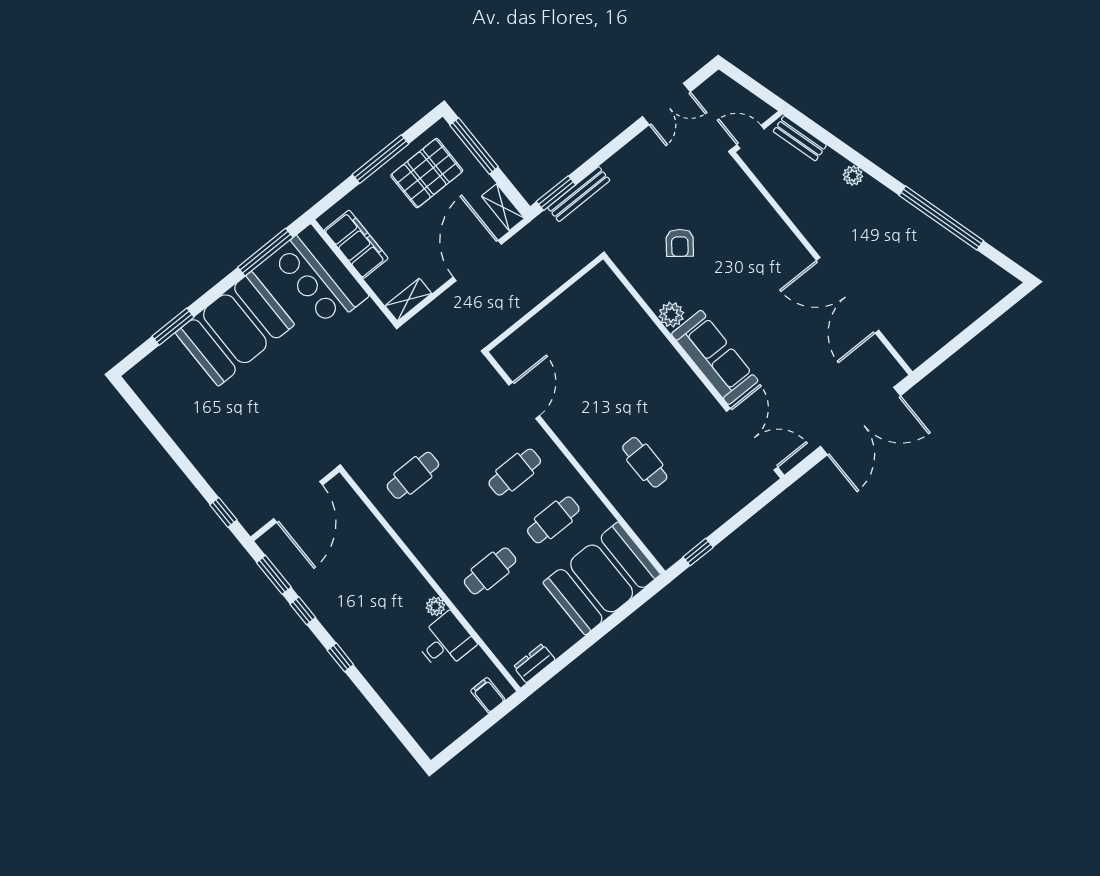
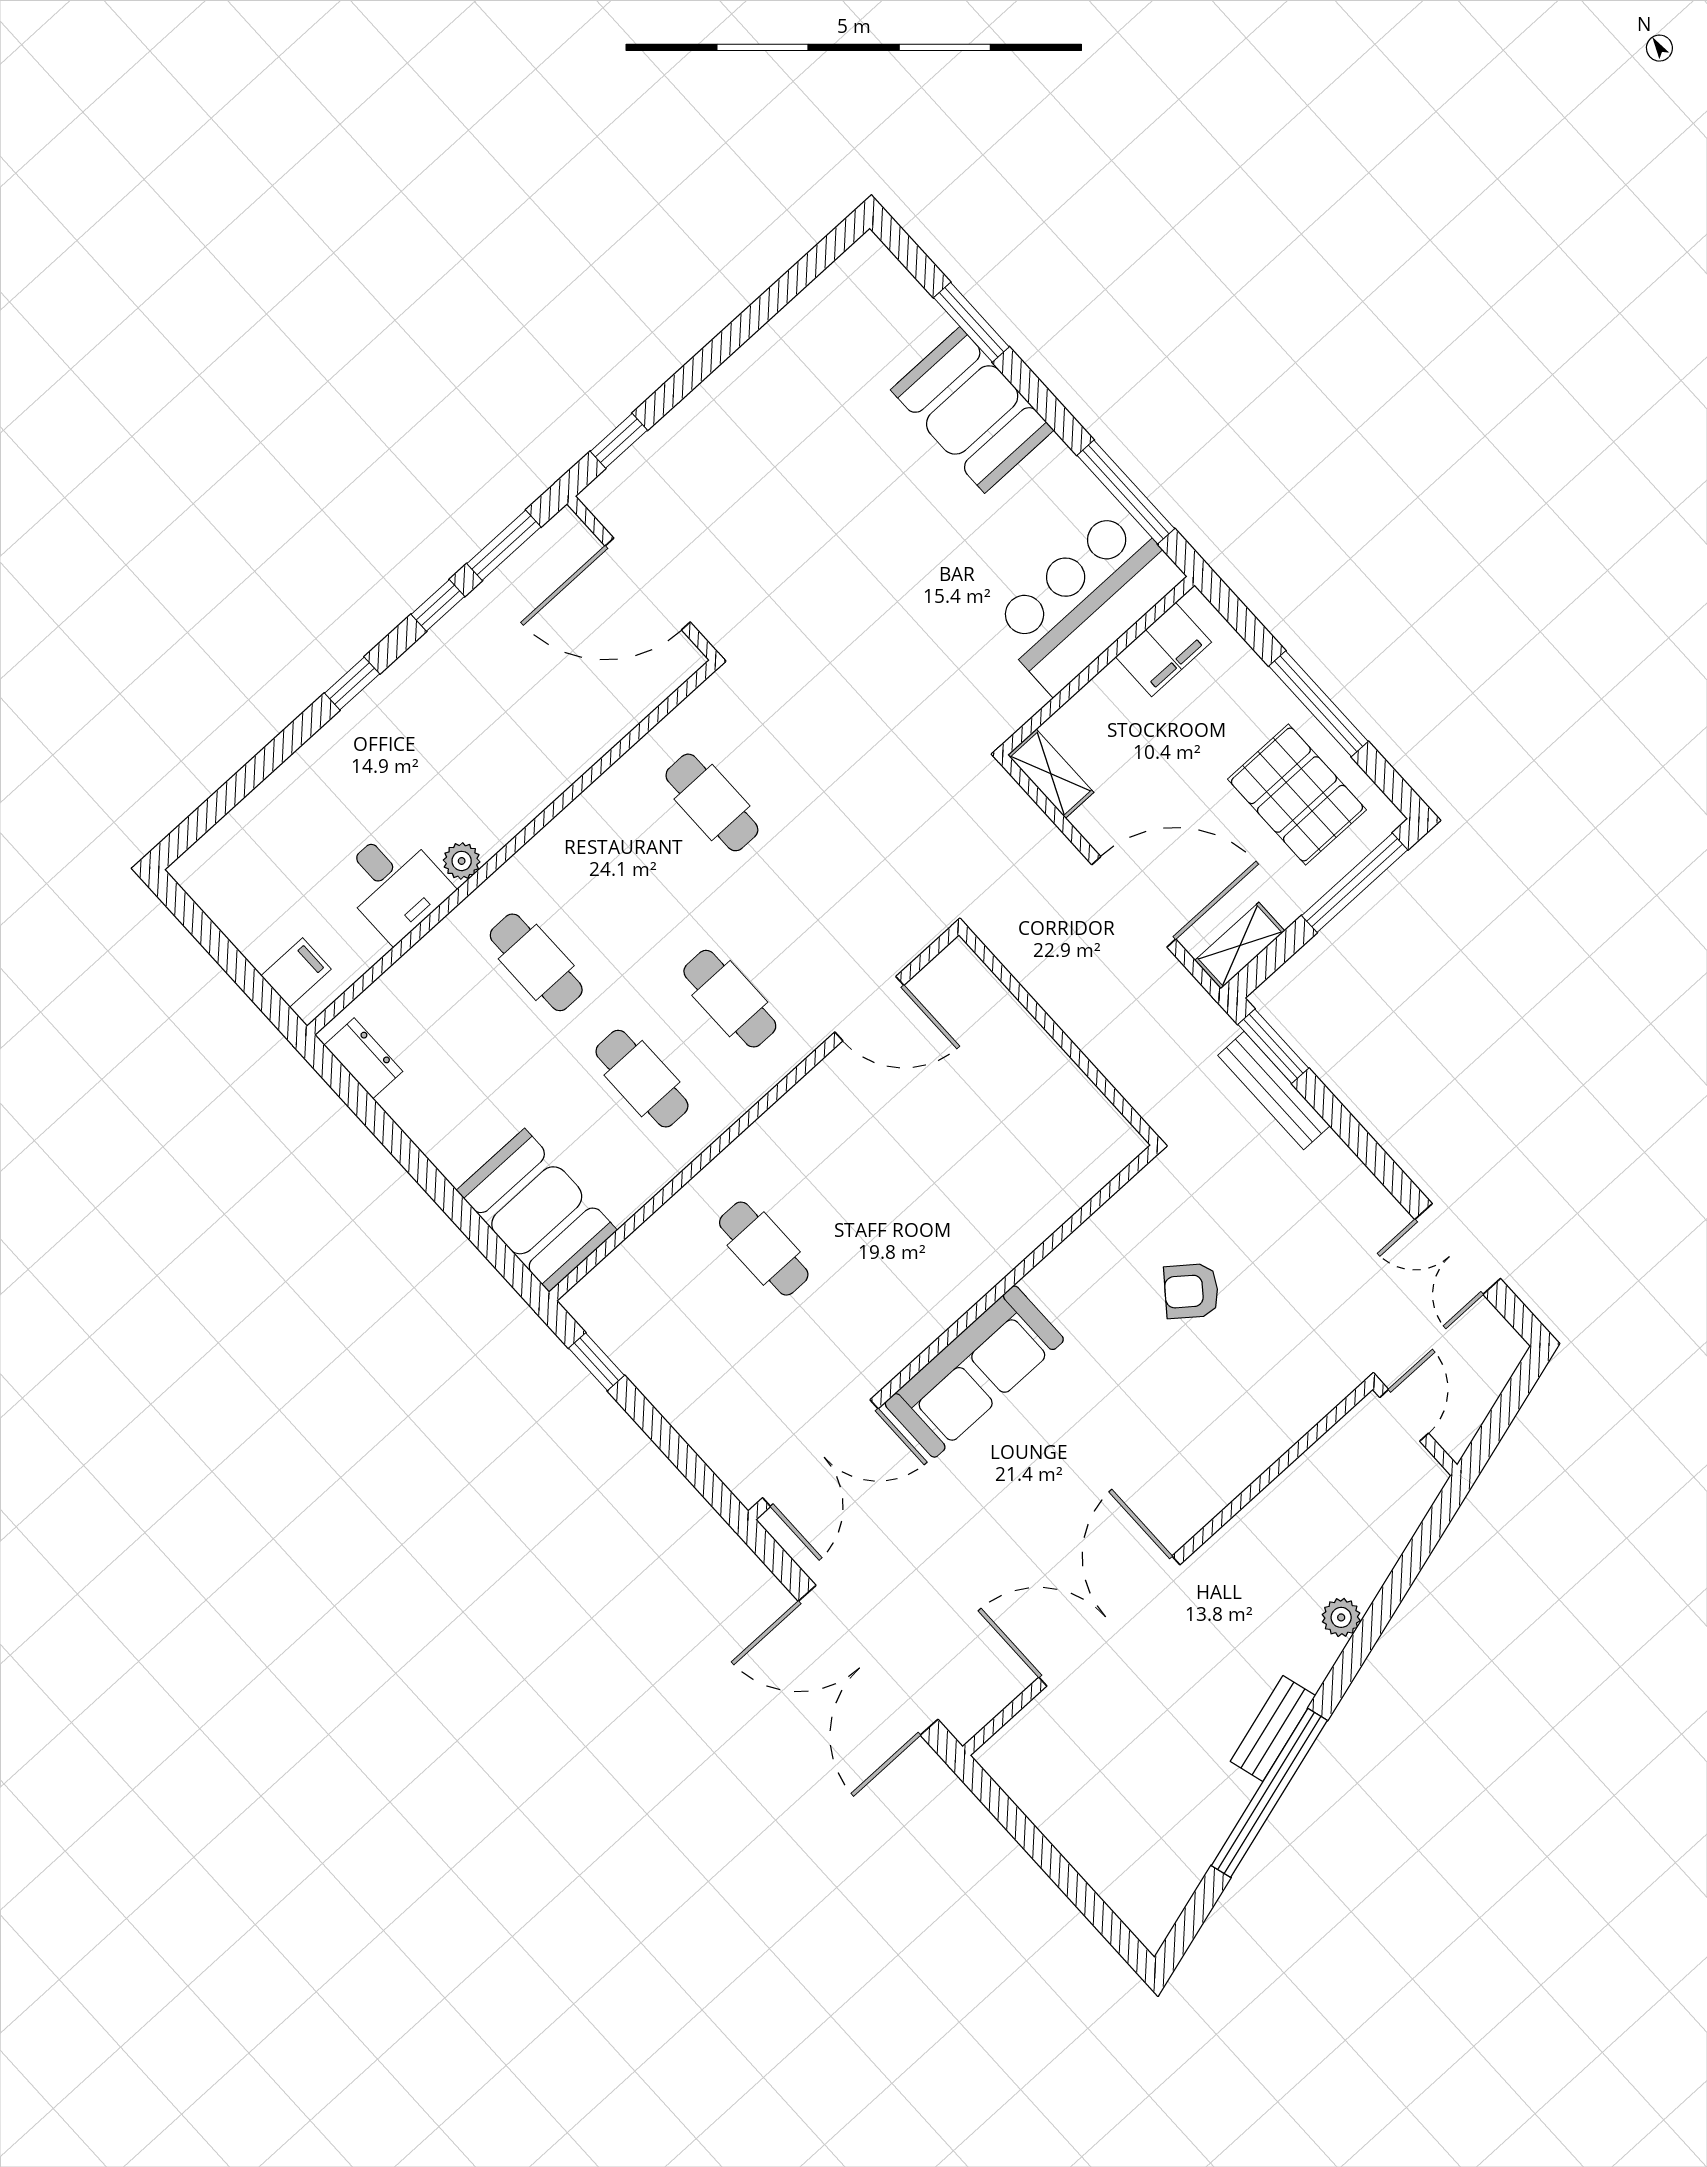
bench: (800, 138) -> (1273, 1729), moved
filing cabinet: (356, 244) -> (1163, 649), width x0.67, depth x0.86
plant: (671, 315) -> (1052, 1283), removed
booth: (235, 329) -> (972, 410), width x0.73, depth x0.70
cafe table: (645, 462) -> (764, 1249), turned 90
booth: (602, 578) -> (537, 1210), width x0.73, depth x0.70

